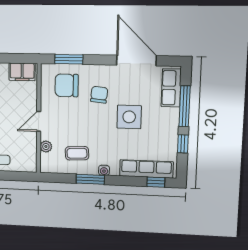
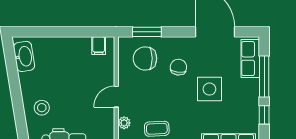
filing cabinet: (22, 72) -> (99, 46), width x0.50

